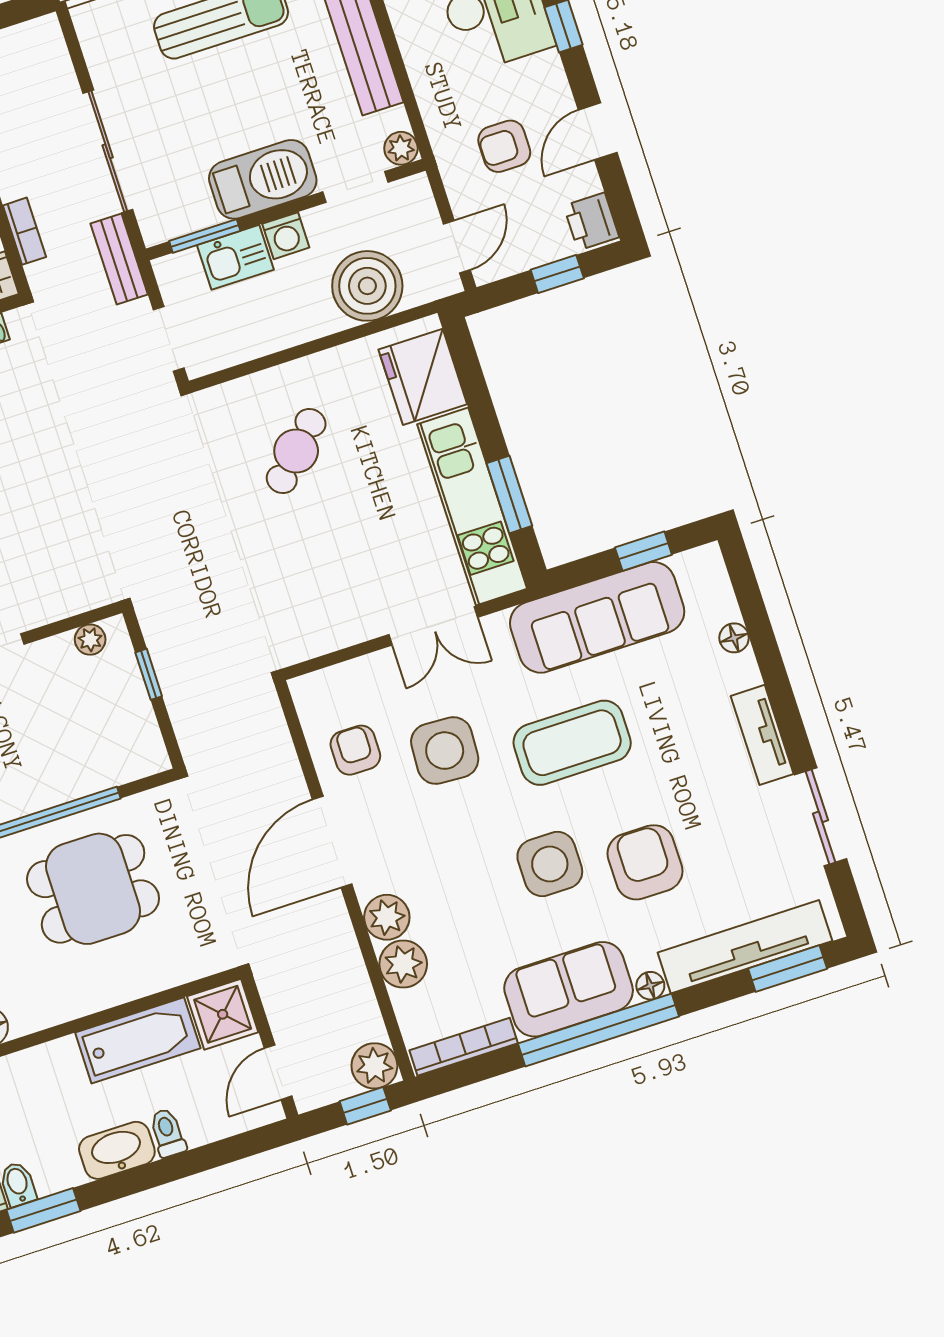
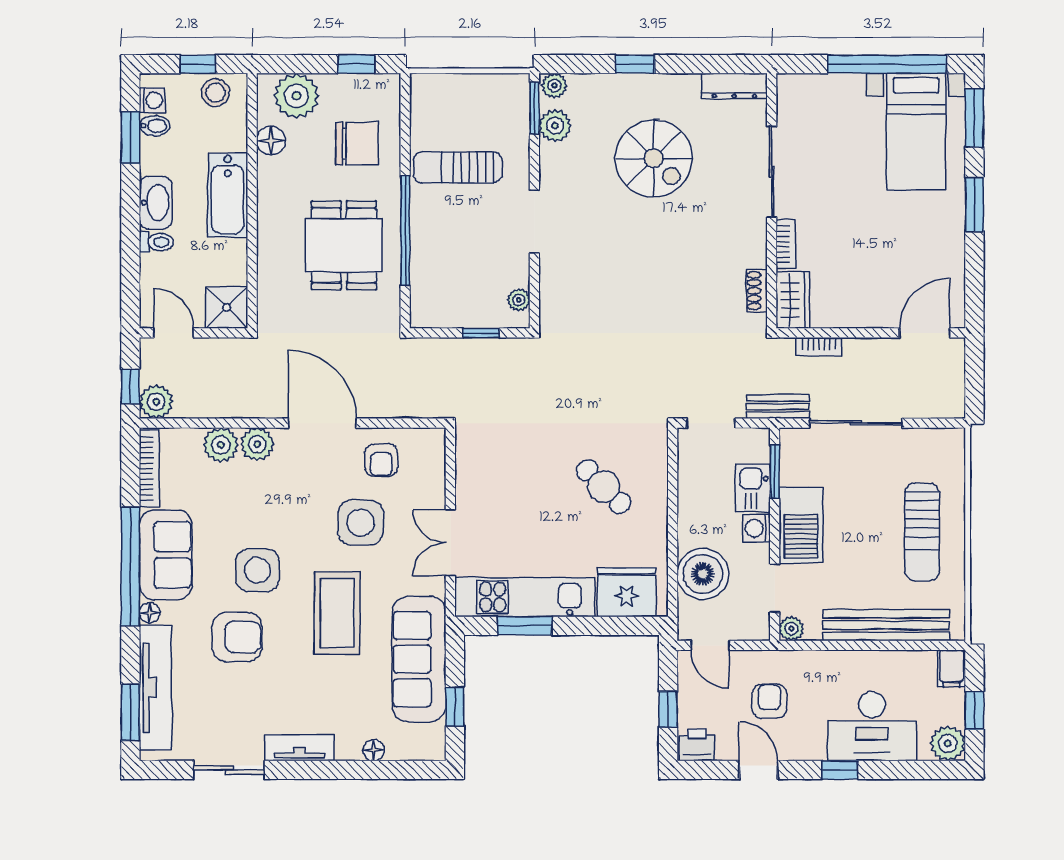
armchair: (355, 750) -> (381, 460), turned 90
bathtub: (138, 1040) -> (228, 195), moved

